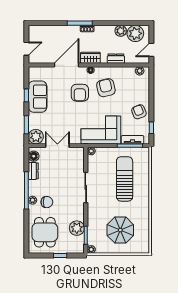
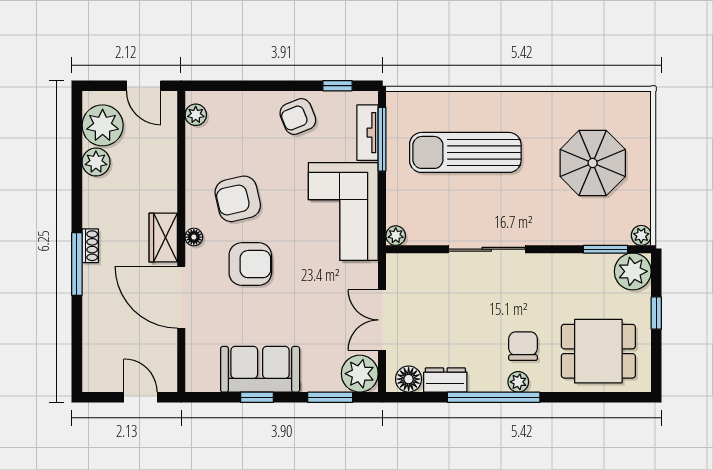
dresser: (116, 59) -> (165, 174), removed
plant: (77, 228) -> (633, 271), moved

